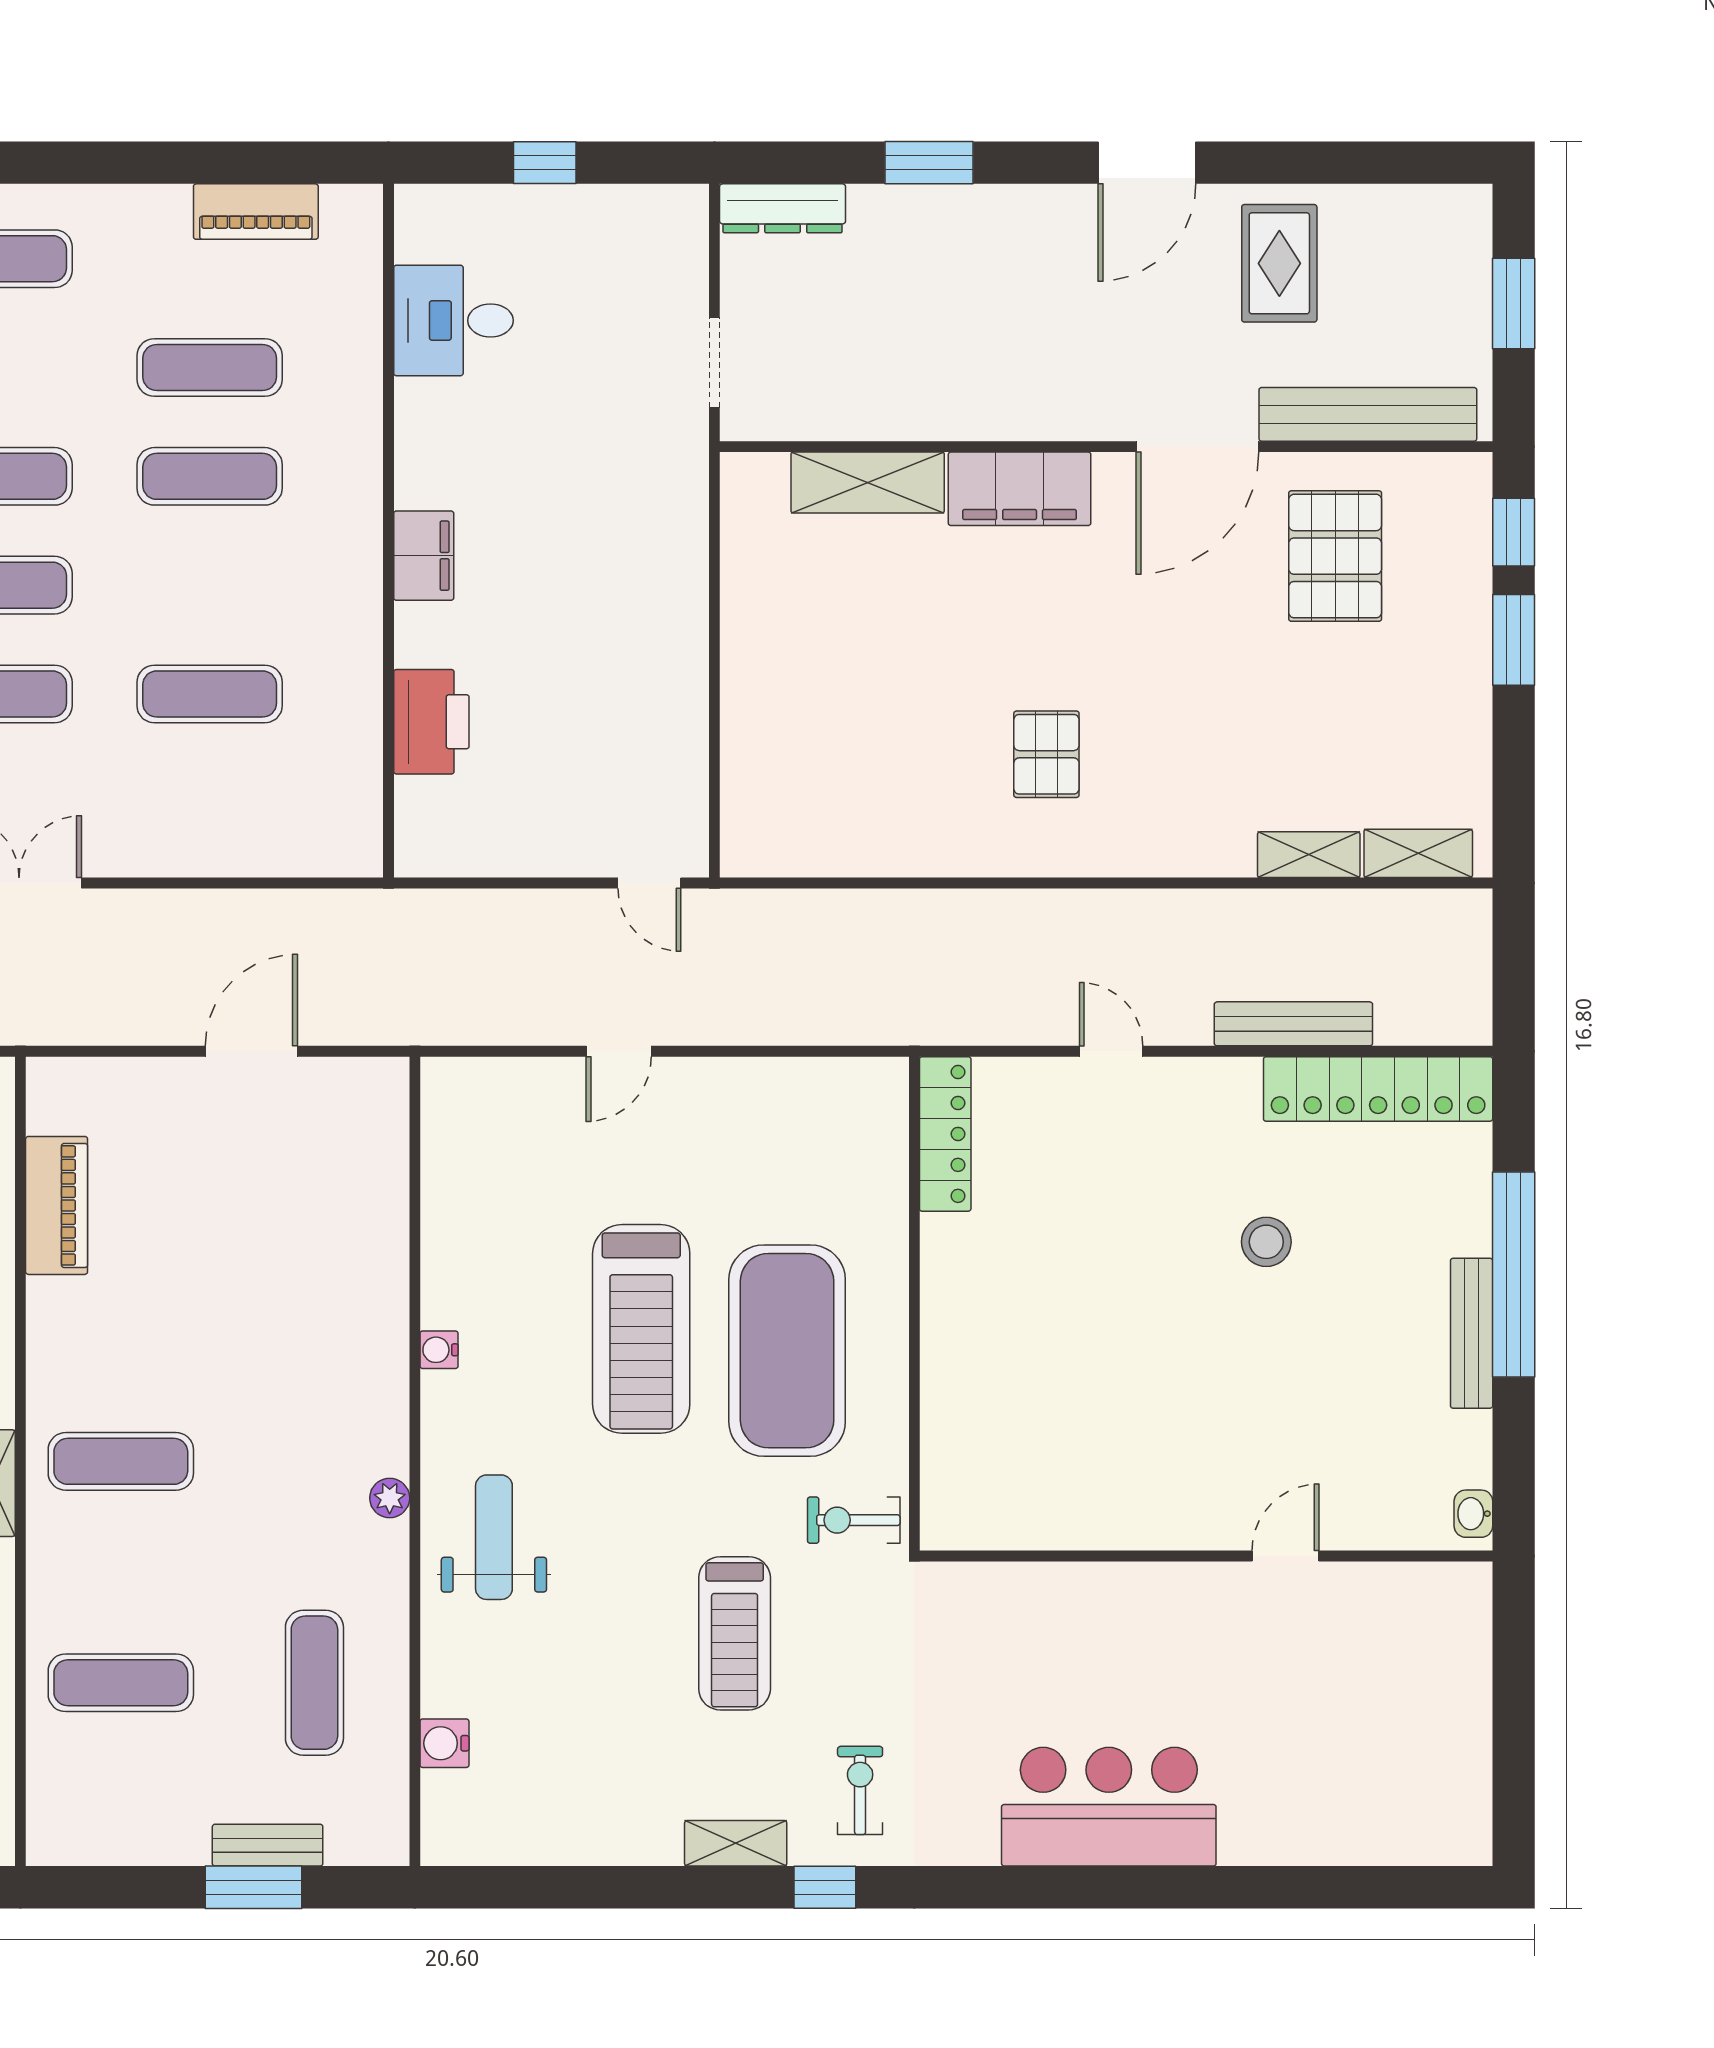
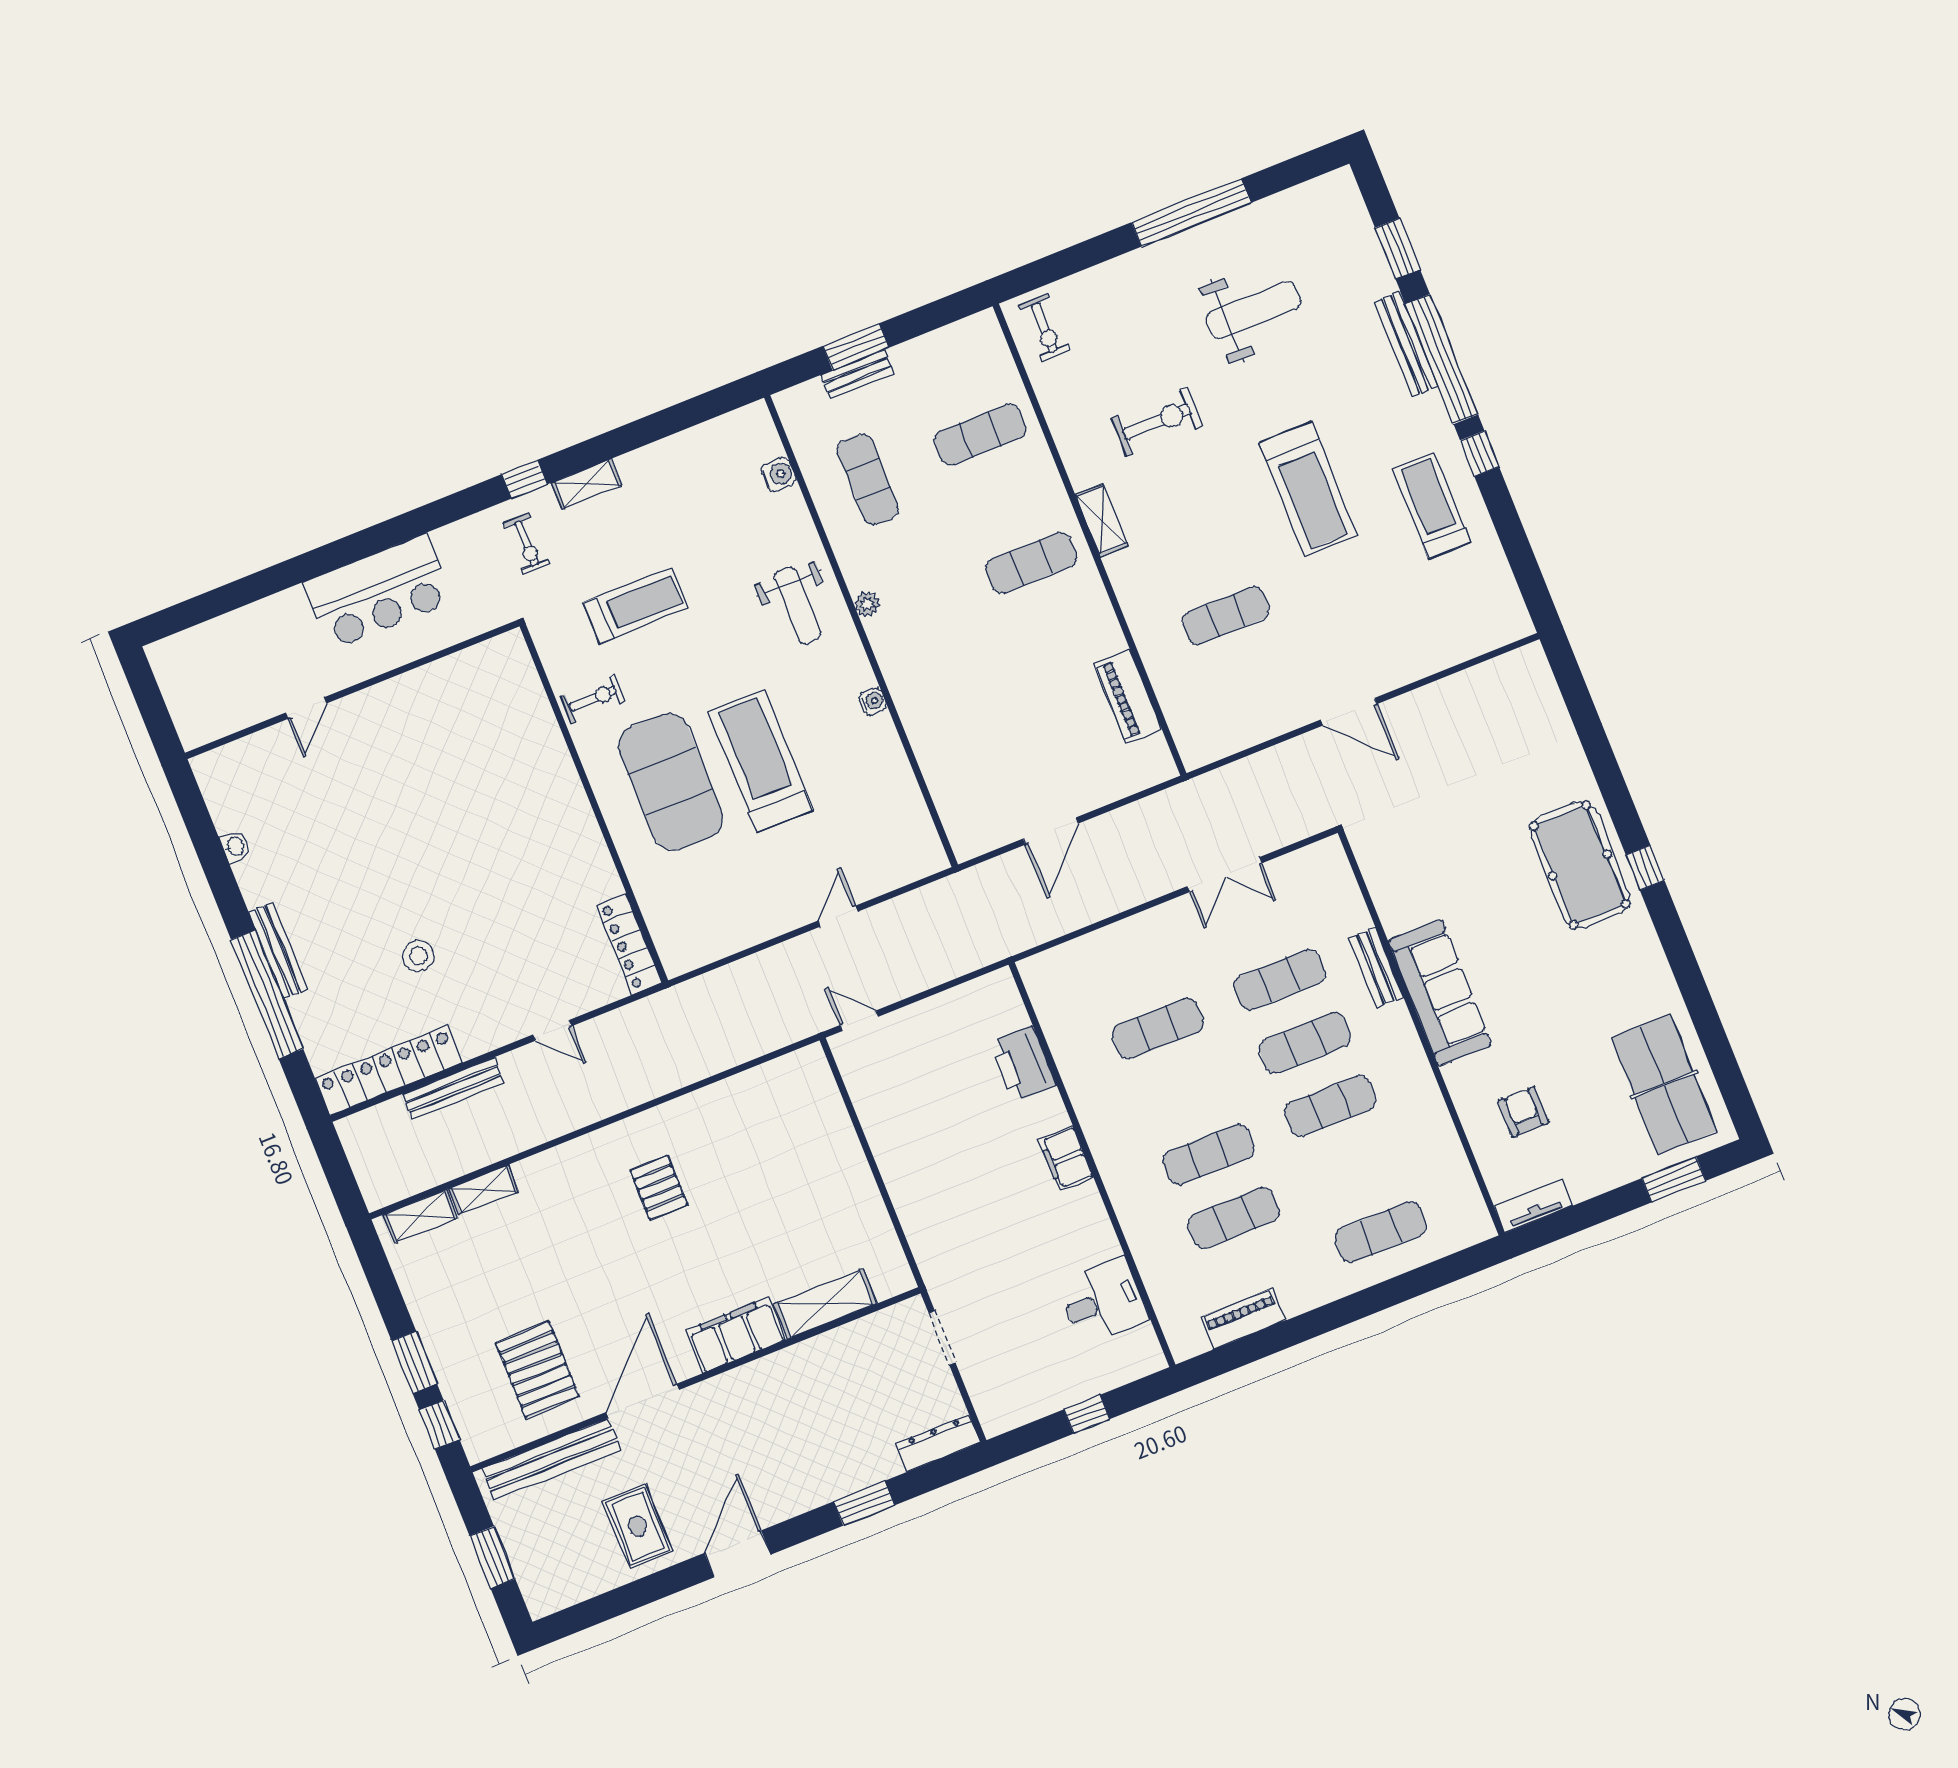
wall: (1206, 1556) -> (352, 690), moved
door: (1286, 1556) -> (306, 708), moved
treadmill: (735, 1633) -> (636, 606), turned 90

